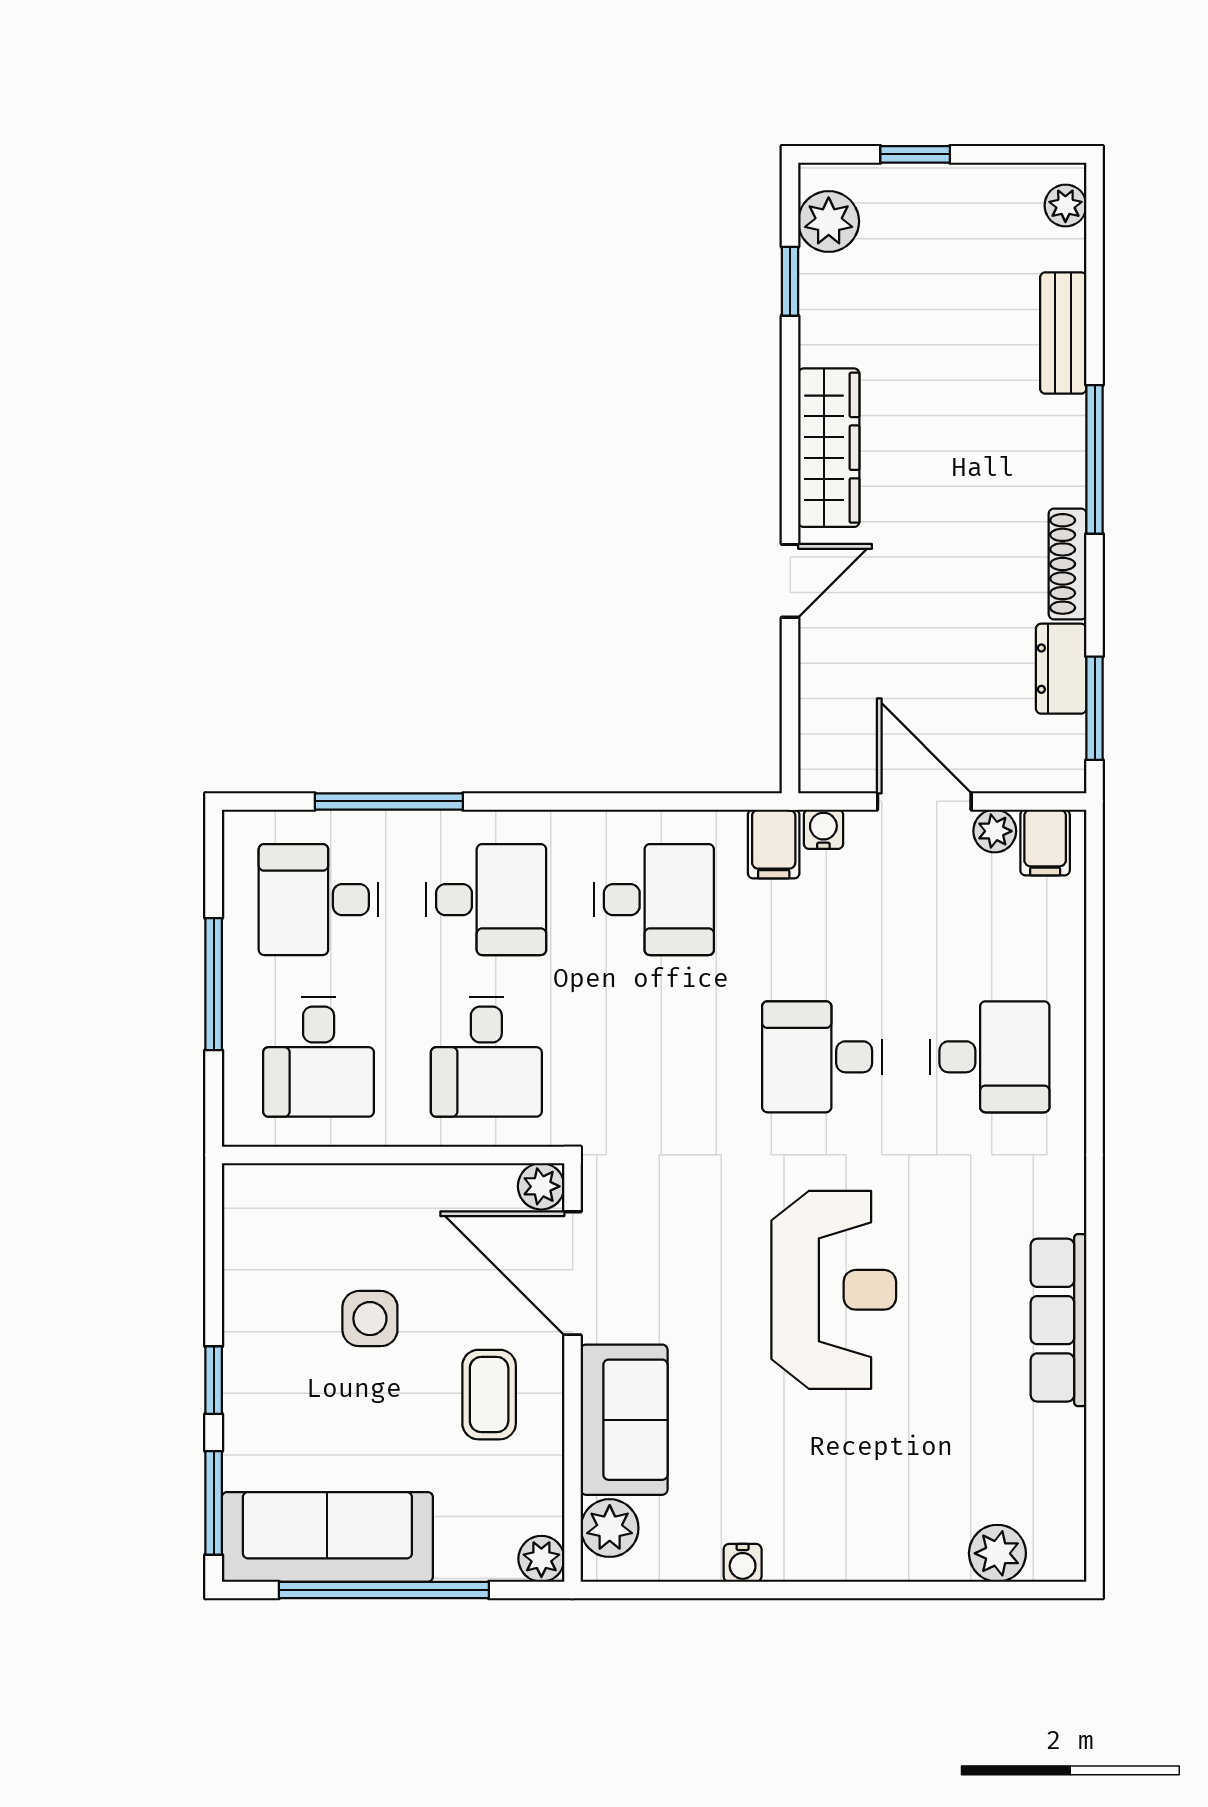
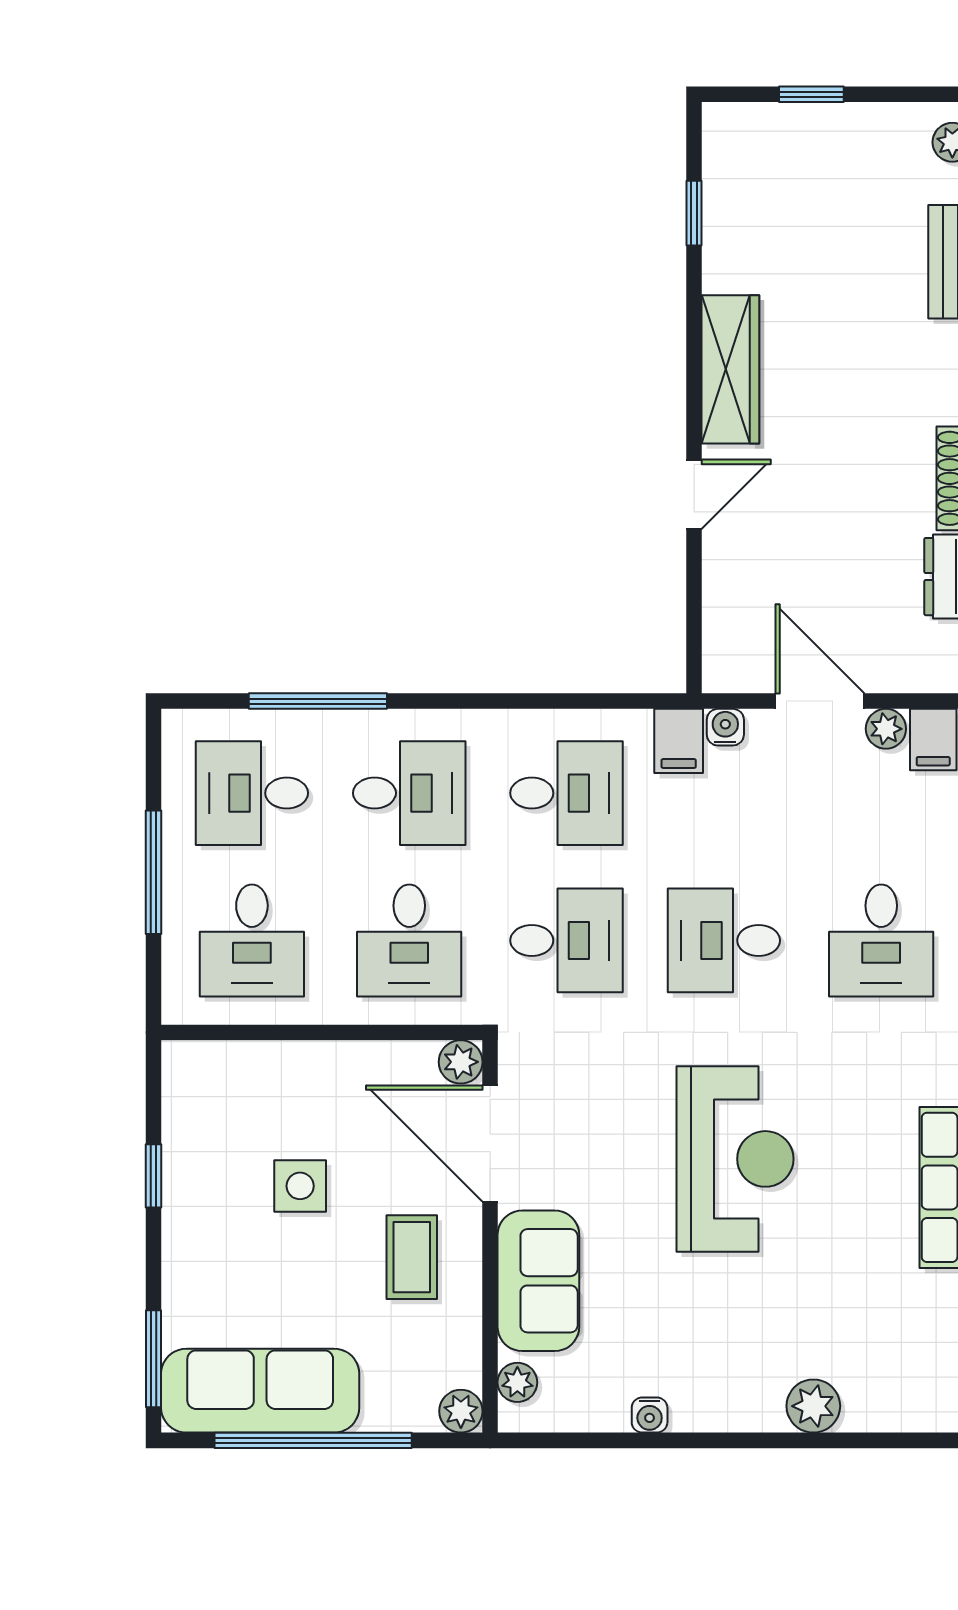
plant: (829, 221) -> (730, 157), removed
desk: (654, 1057) -> (567, 940), added
desk: (990, 1057) -> (881, 940), turned 90
window: (214, 1380) -> (154, 1176), moved
plant: (610, 1528) -> (517, 1382), width x0.73, depth x0.73
plant: (997, 1553) -> (813, 1406), moved

